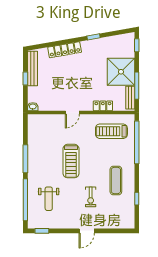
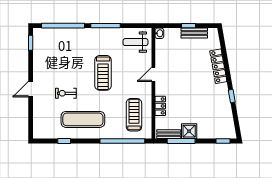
bench: (32, 68) -> (194, 33), width x0.73
shower: (121, 72) -> (189, 131), width x0.54, depth x0.54
door: (72, 113) -> (153, 74), hinge flipped
treadmill: (71, 161) -> (103, 73), turned -90
exercise mat: (116, 180) -> (83, 119), width x1.36, depth x1.45
weight bench: (49, 199) -> (135, 42), moved
door: (87, 231) -> (31, 89), hinge flipped

